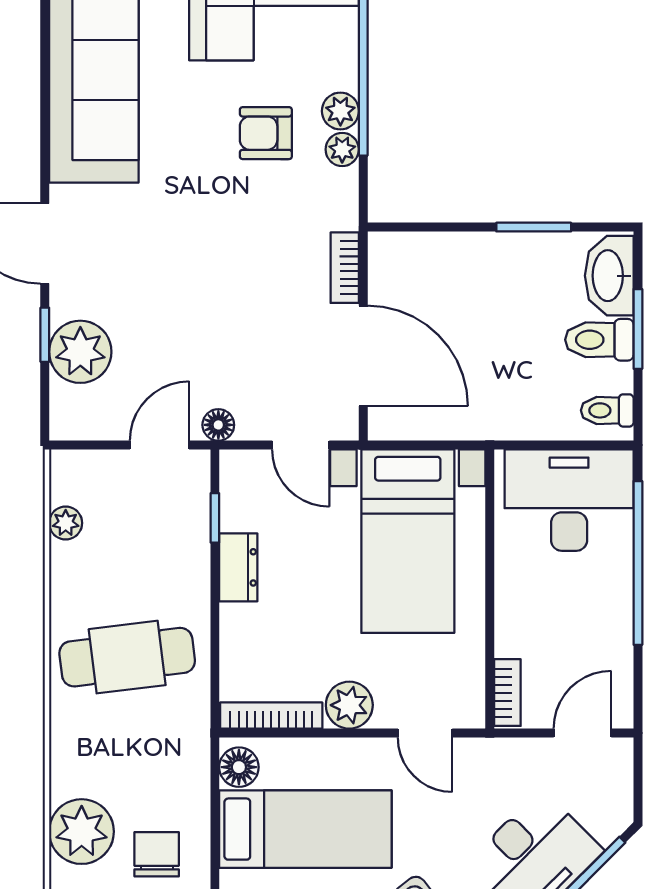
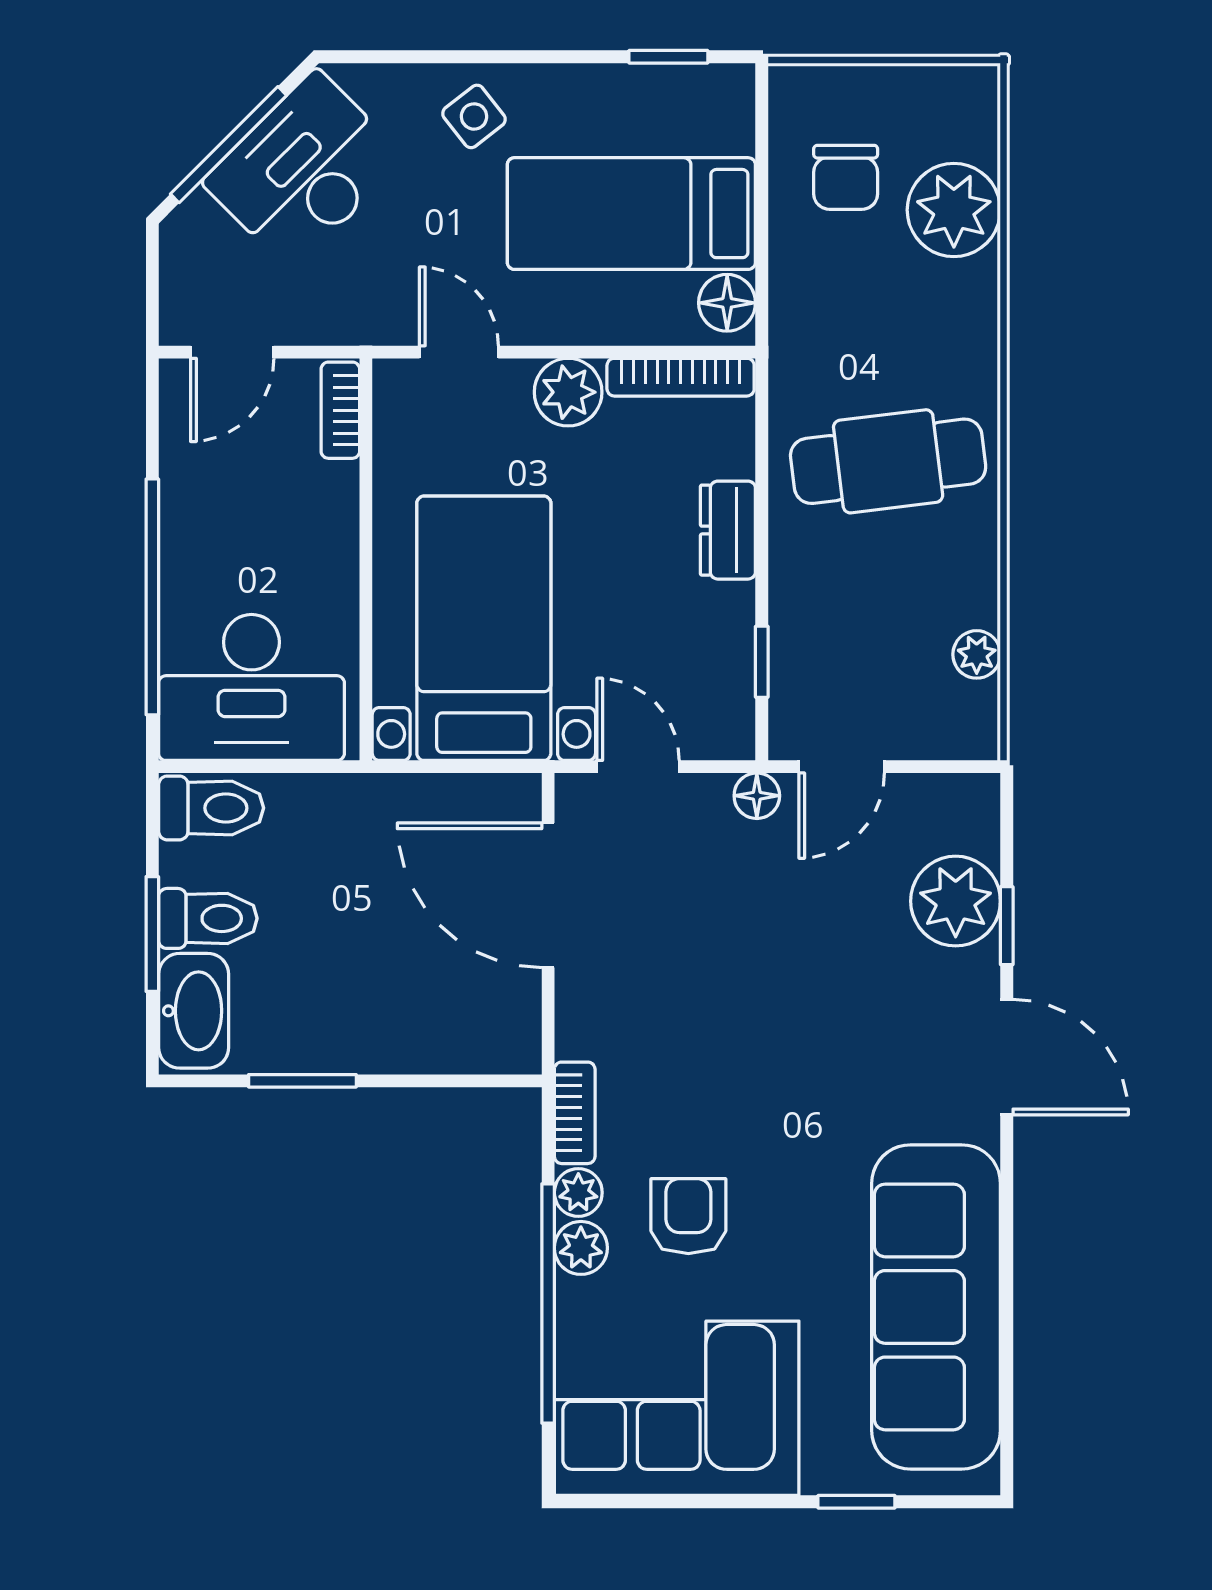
armchair: (266, 133) -> (688, 1216), turned -90
bookcase: (345, 268) -> (575, 1113), moved
toilet: (607, 410) -> (211, 808), width x1.37, depth x1.39
dresser: (238, 567) -> (728, 530), moved

